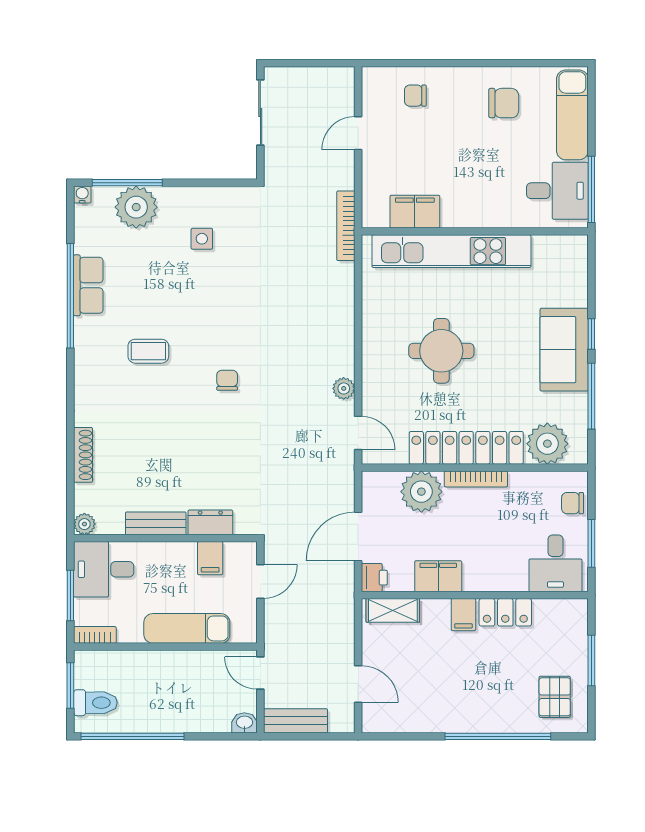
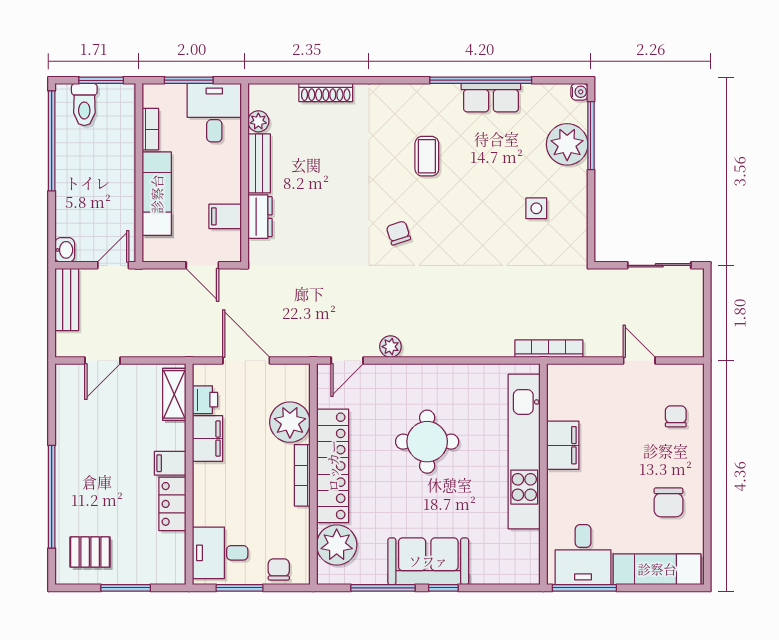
filing cabinet: (415, 212) -> (563, 445), moved
chair: (227, 380) -> (398, 233), turned -108
plant: (84, 524) -> (258, 121), moved
printer: (374, 578) -> (205, 400), moved, turned -90
bookcase: (95, 635) -> (150, 129), moved

